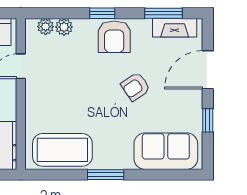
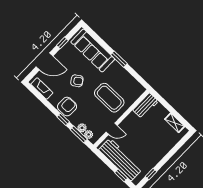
window: (163, 13) -> (79, 134), moved
coffee table: (62, 150) -> (109, 98), moved
sofa: (166, 151) -> (93, 51), width x1.36

